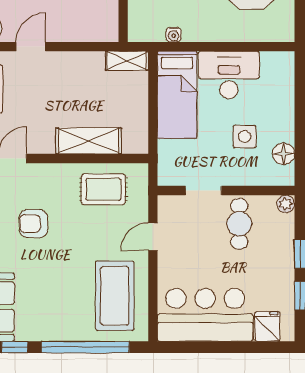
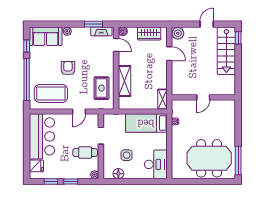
desk: (229, 75) -> (156, 164), moved
armchair: (33, 224) -> (68, 68), moved
door: (153, 237) -> (79, 112), swing flipped

